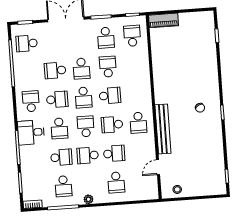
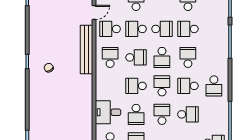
desk: (31, 132) -> (108, 112), moved, turned 180
school desk: (140, 152) -> (110, 29), added

